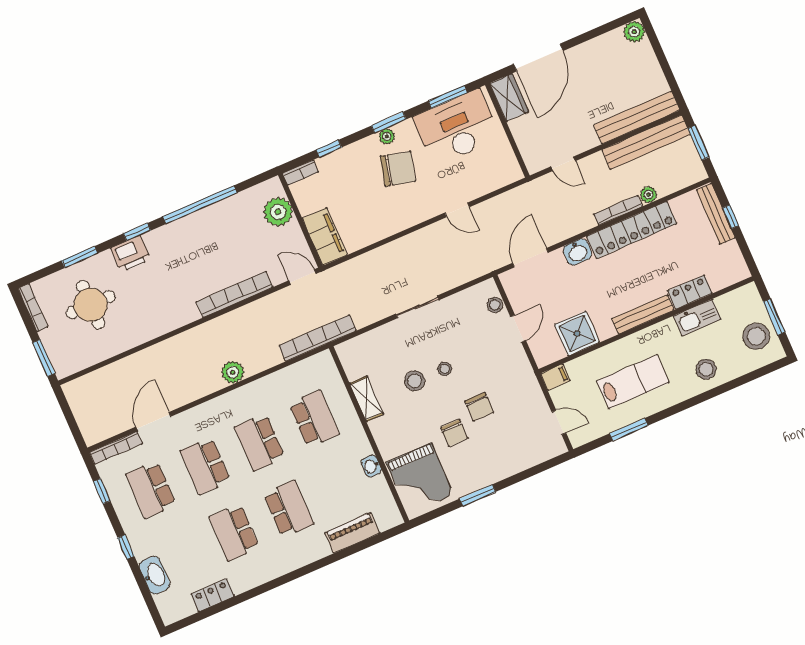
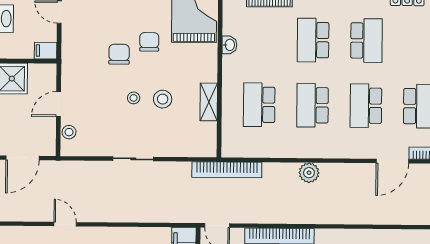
school desk: (260, 442) -> (313, 105), turned 180
school desk: (205, 466) -> (366, 106), turned 180

